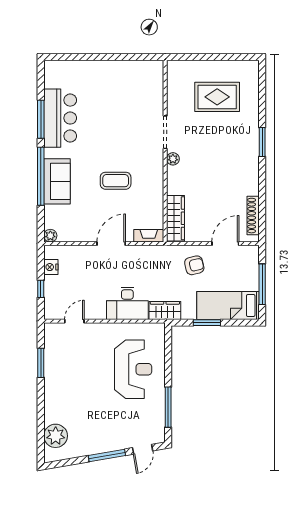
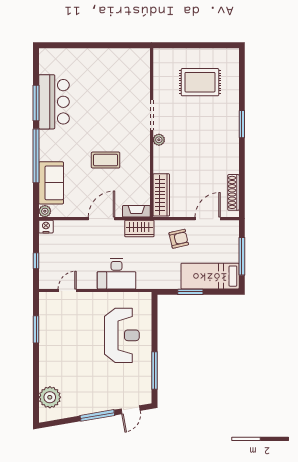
sofa: (57, 181) -> (51, 183), moved
nightstand: (51, 267) -> (46, 227), moved, turned 90
wardrobe: (165, 310) -> (139, 228), moved, turned 180

